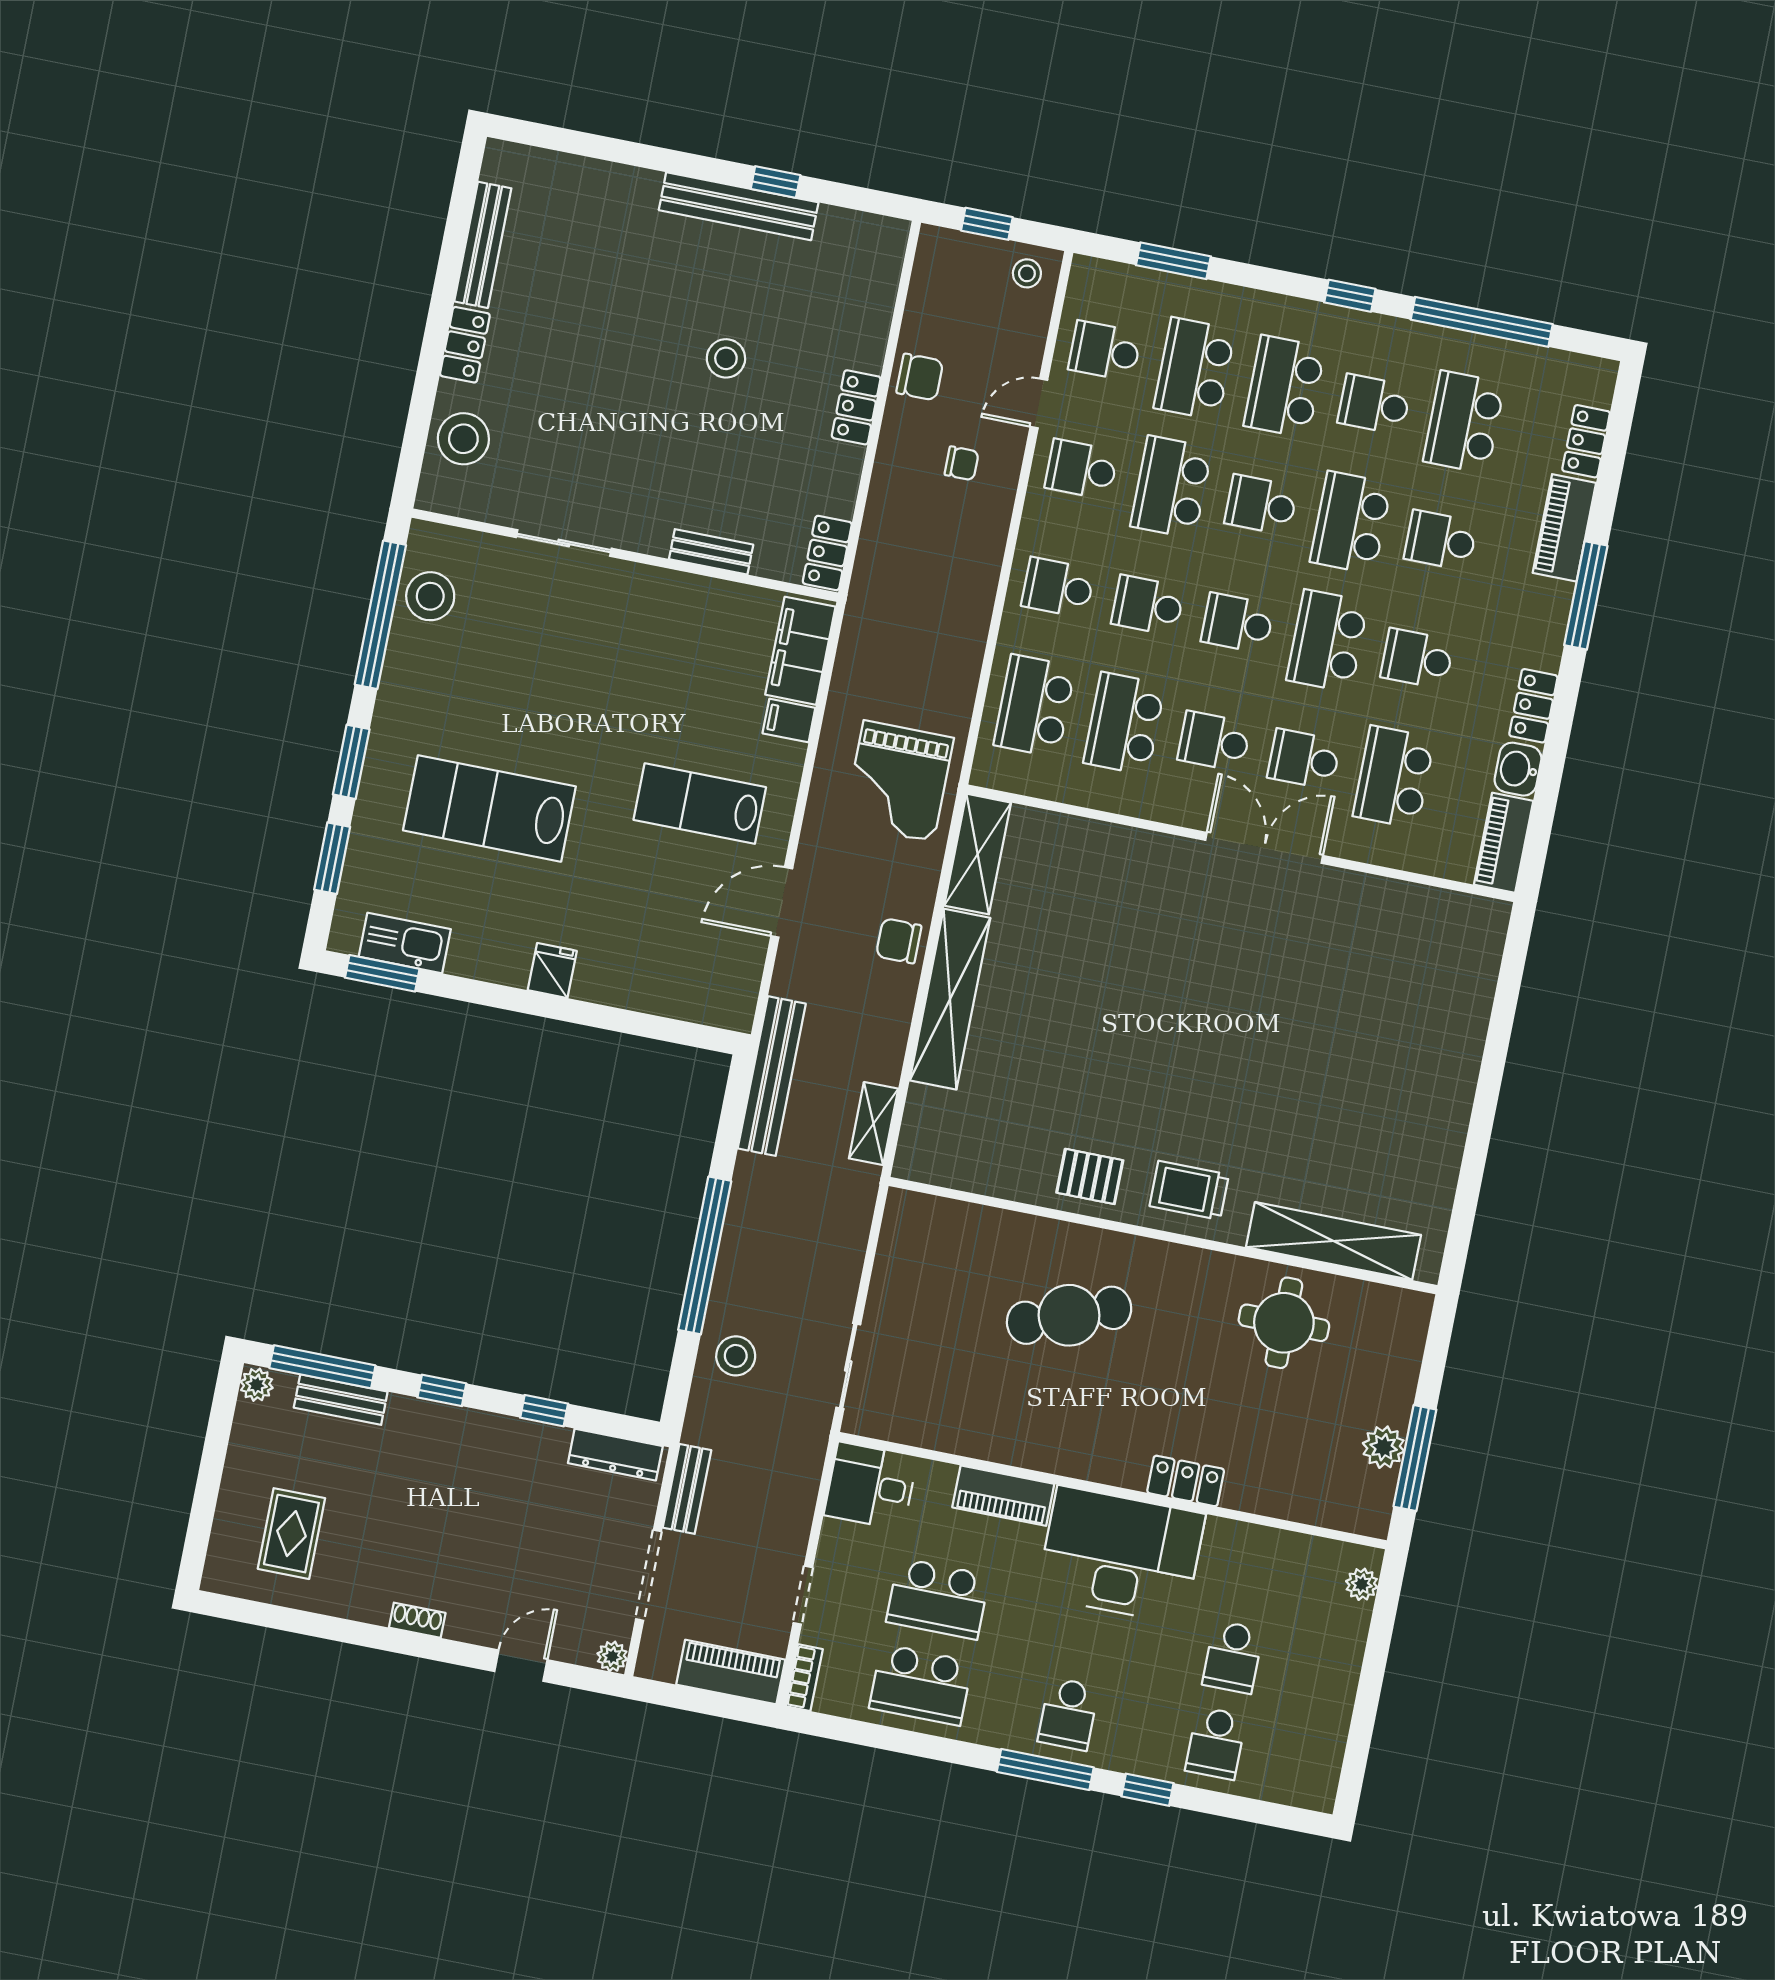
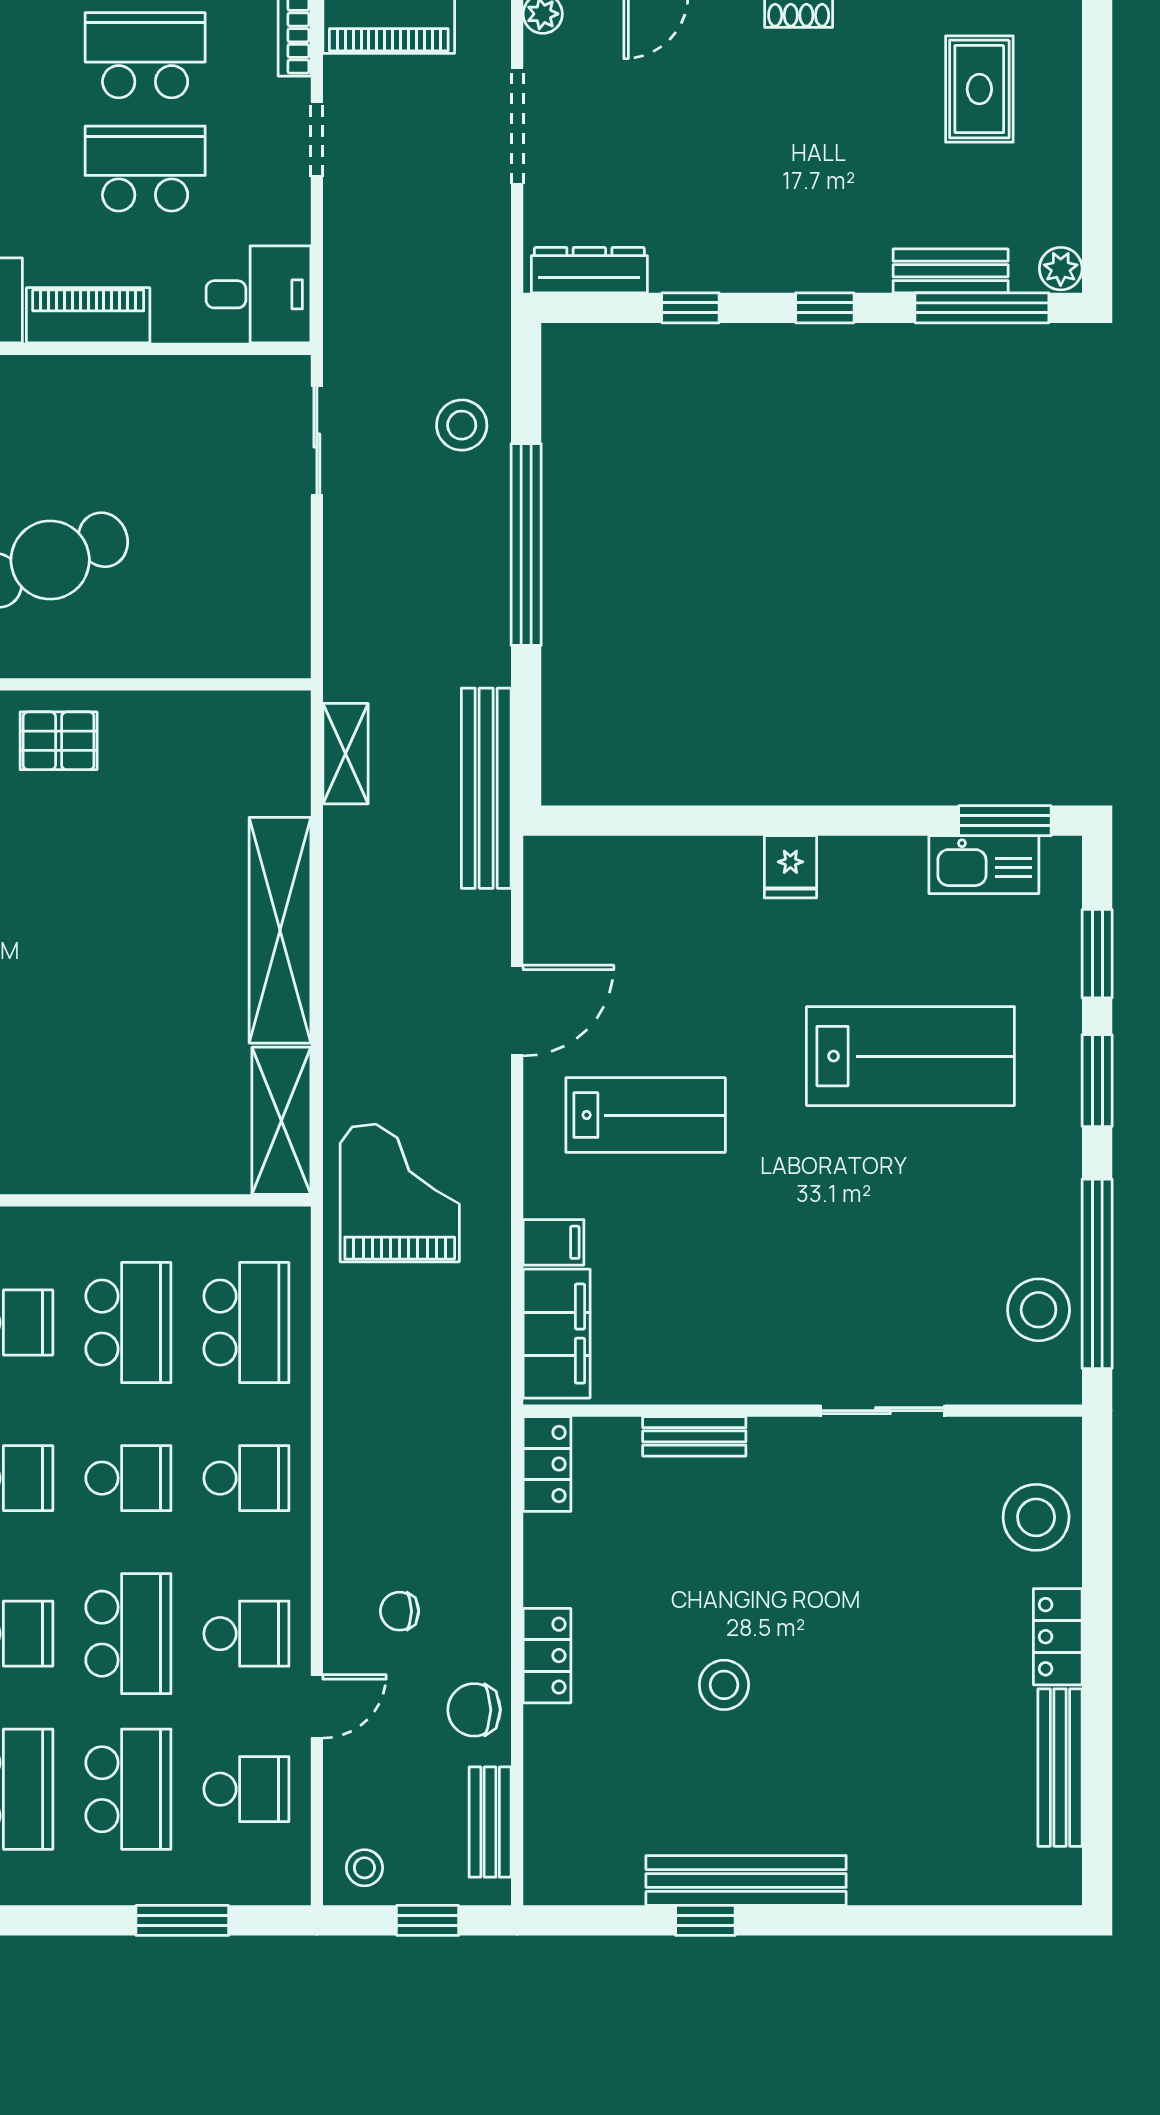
chair: (899, 941) -> (359, 991), removed
bench: (687, 1489) -> (490, 1822), moved

